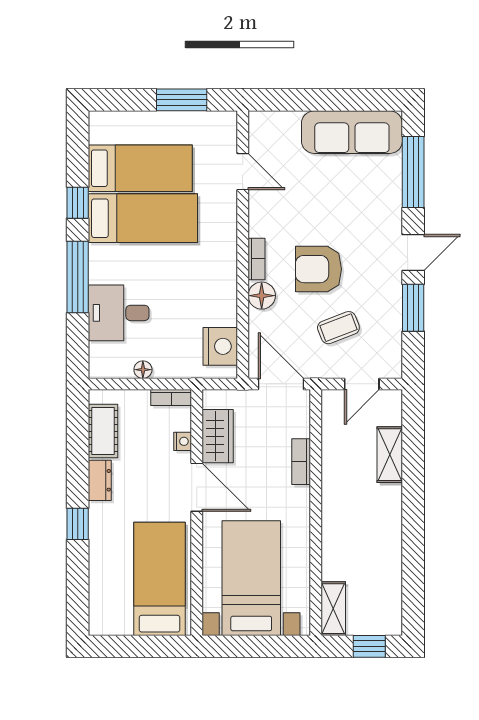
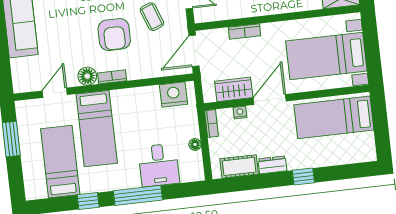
bed: (143, 218) -> (97, 129), moved, turned 180
floor lamp: (262, 296) -> (87, 76), moved

